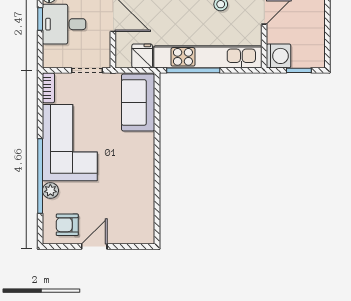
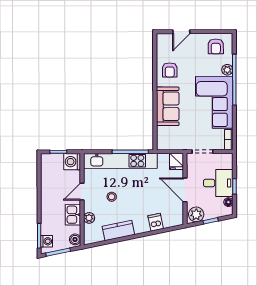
fridge: (142, 56) -> (176, 161), moved
sofa: (138, 102) -> (168, 106), moved
armchair: (135, 190) -> (170, 70), added
armchair: (67, 225) -> (216, 46), turned 90
door: (94, 246) -> (181, 32), moved

